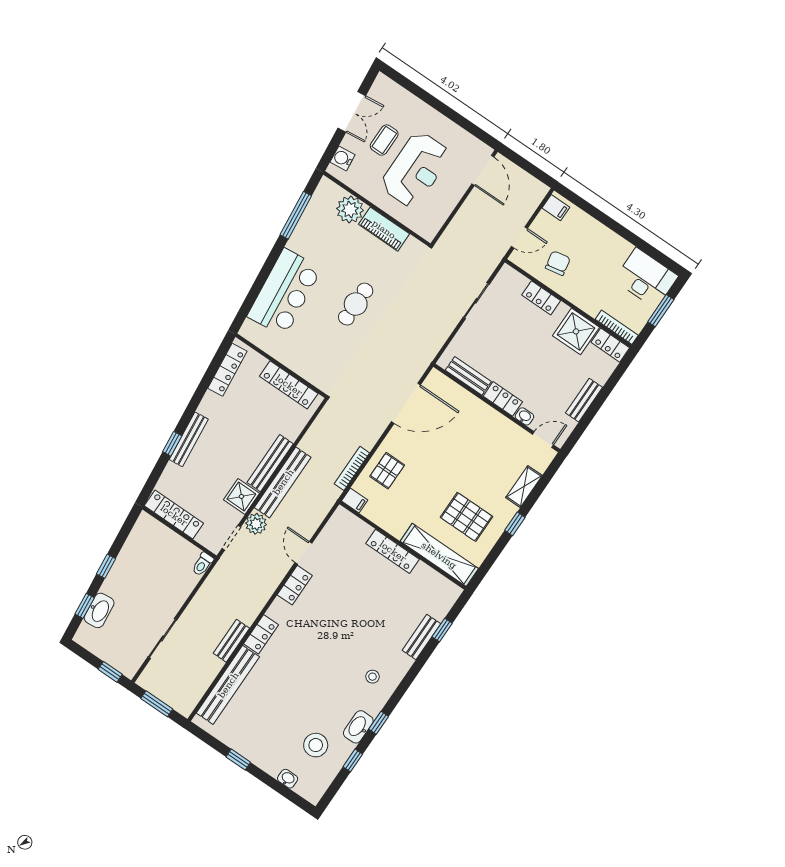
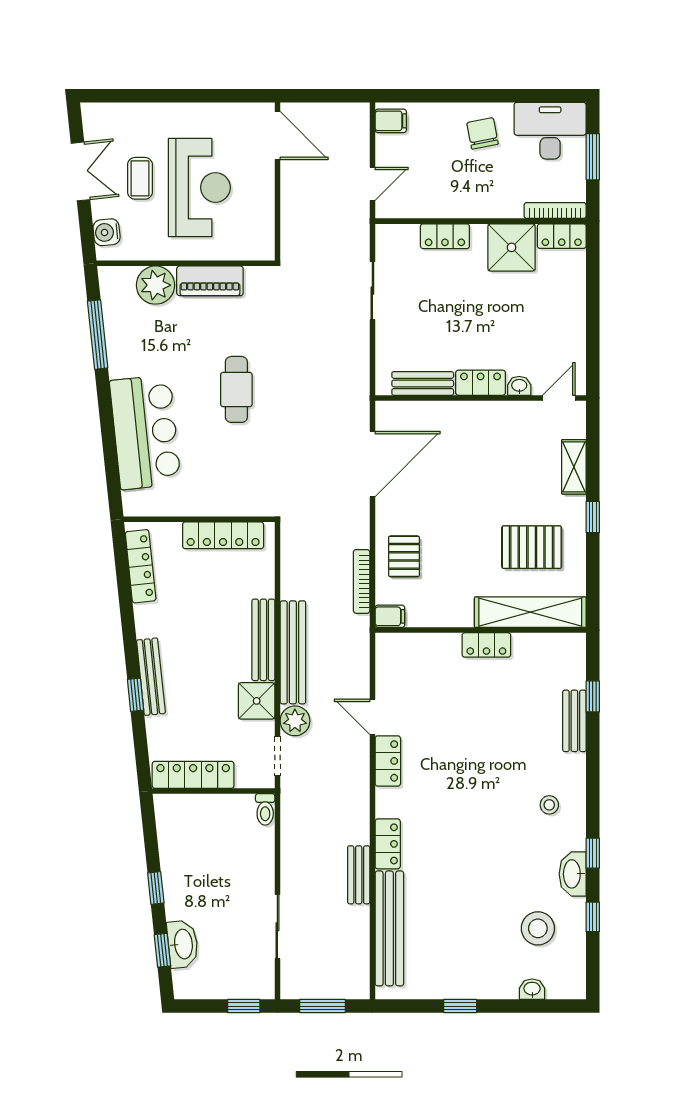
chair: (558, 263) -> (482, 133), moved
bench: (584, 400) -> (575, 320), removed
locker: (393, 551) -> (486, 645), width x0.66

